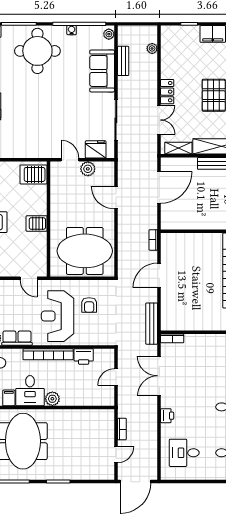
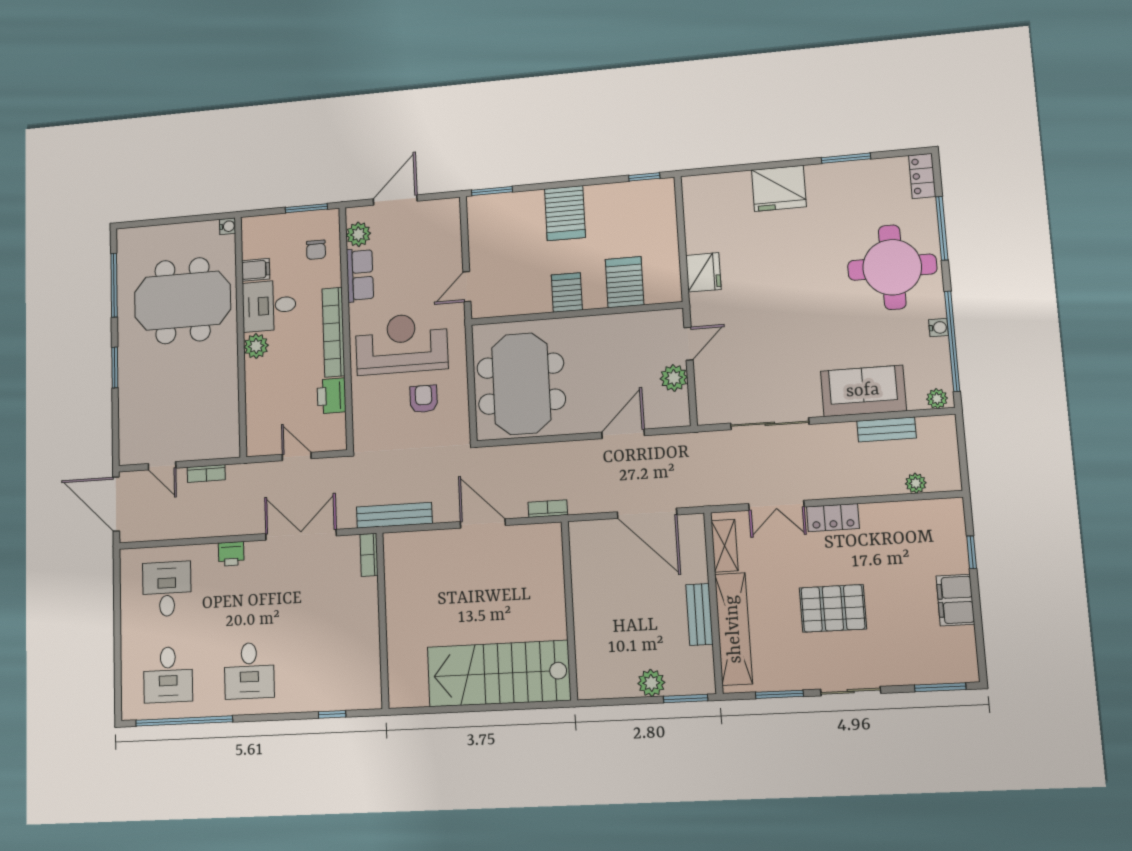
fridge: (96, 149) -> (703, 272), moved
server rack: (34, 174) -> (625, 282), moved
armchair: (89, 305) -> (424, 399), turned 90

